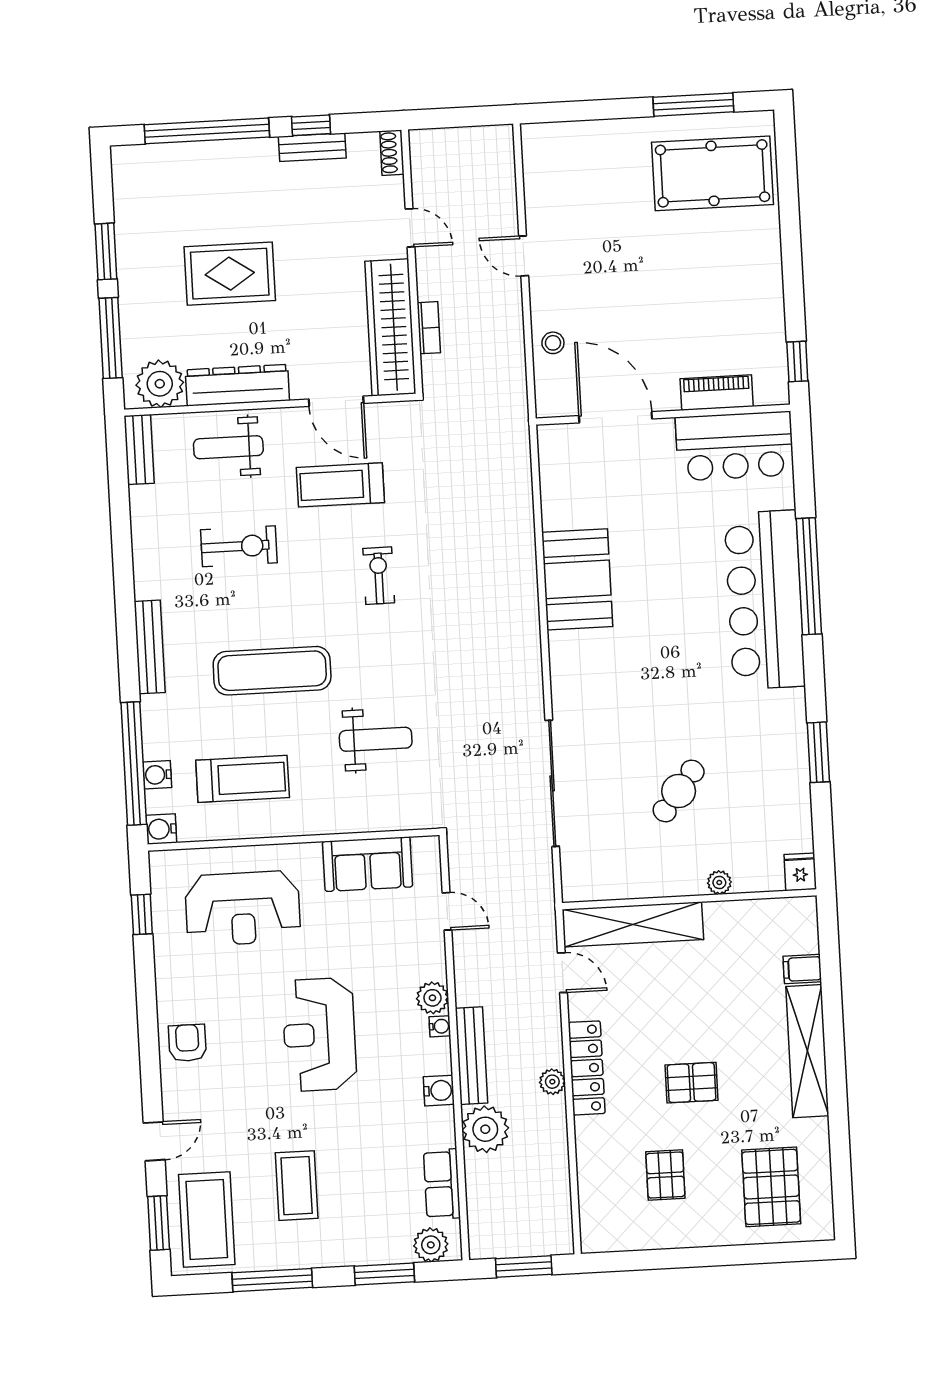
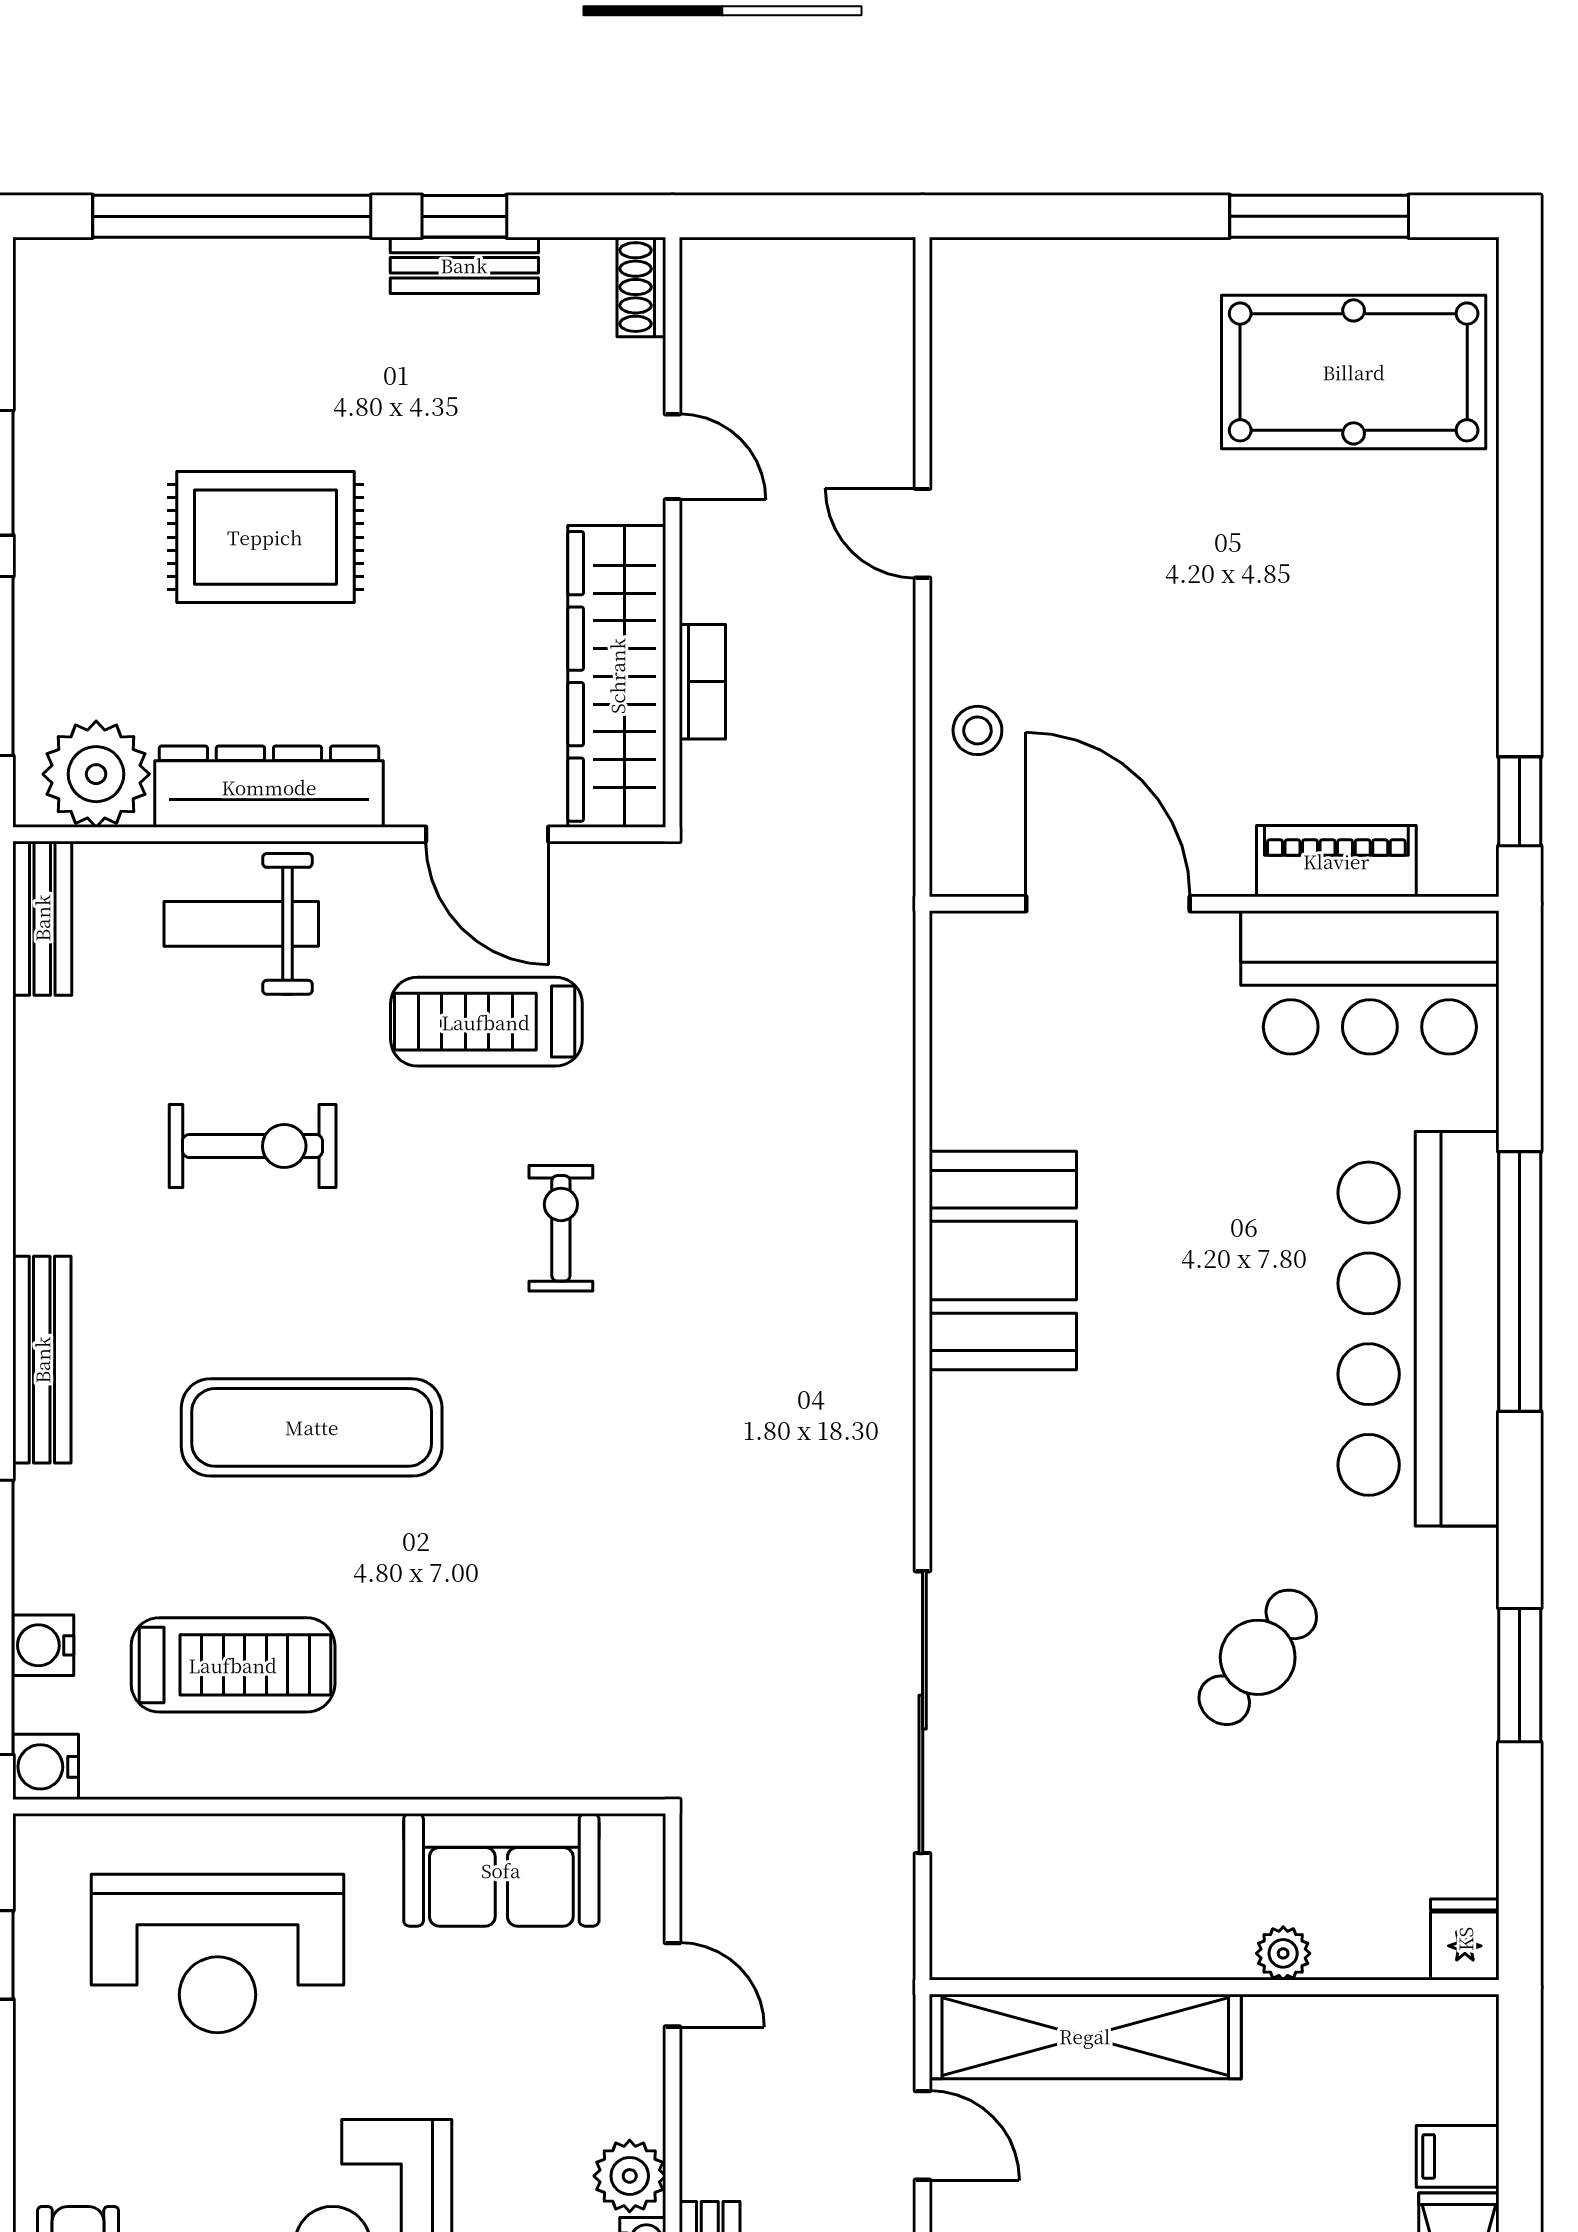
weight bench: (376, 739) -> (534, 1593), removed
cafe table: (679, 791) -> (1258, 1657), moved

